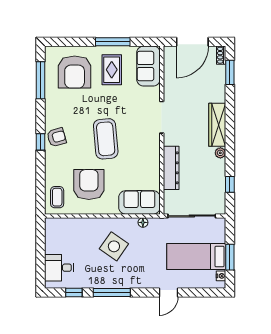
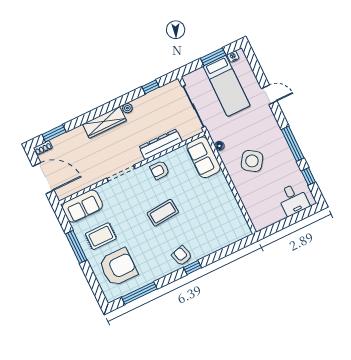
coffee table: (106, 139) -> (163, 213), width x0.73, depth x0.76
armchair: (89, 184) -> (160, 170), moved, width x0.53, depth x0.53
coffee table: (57, 197) -> (233, 230), removed

